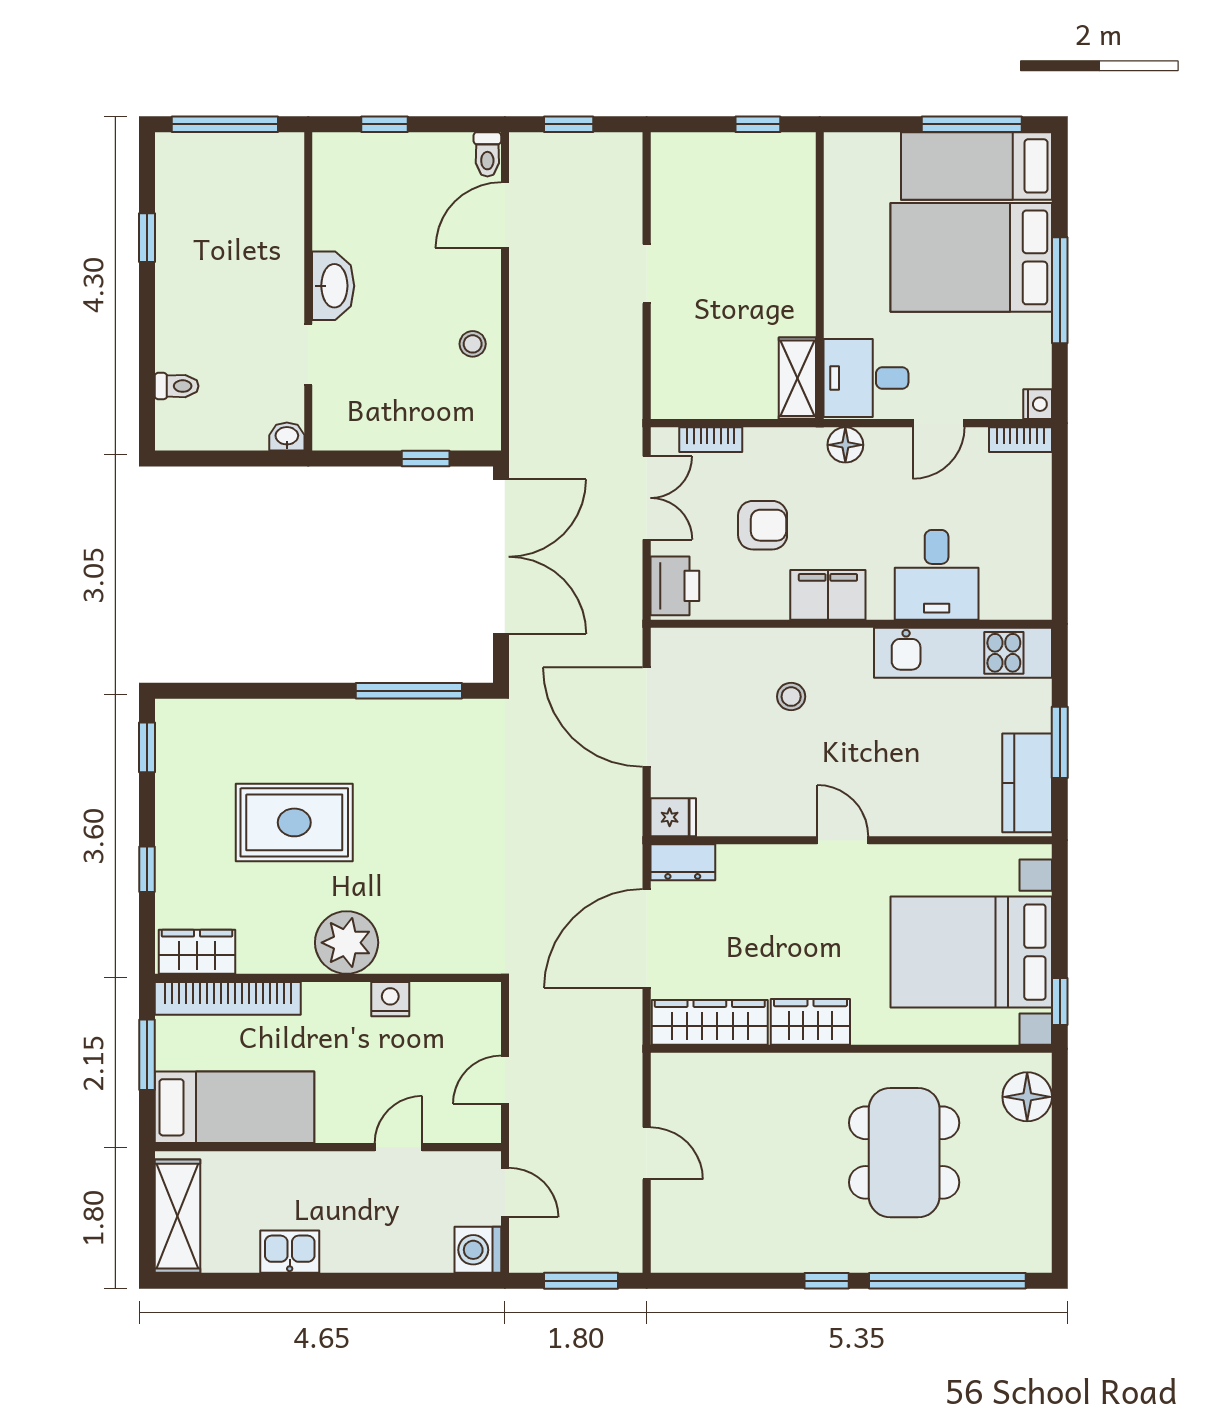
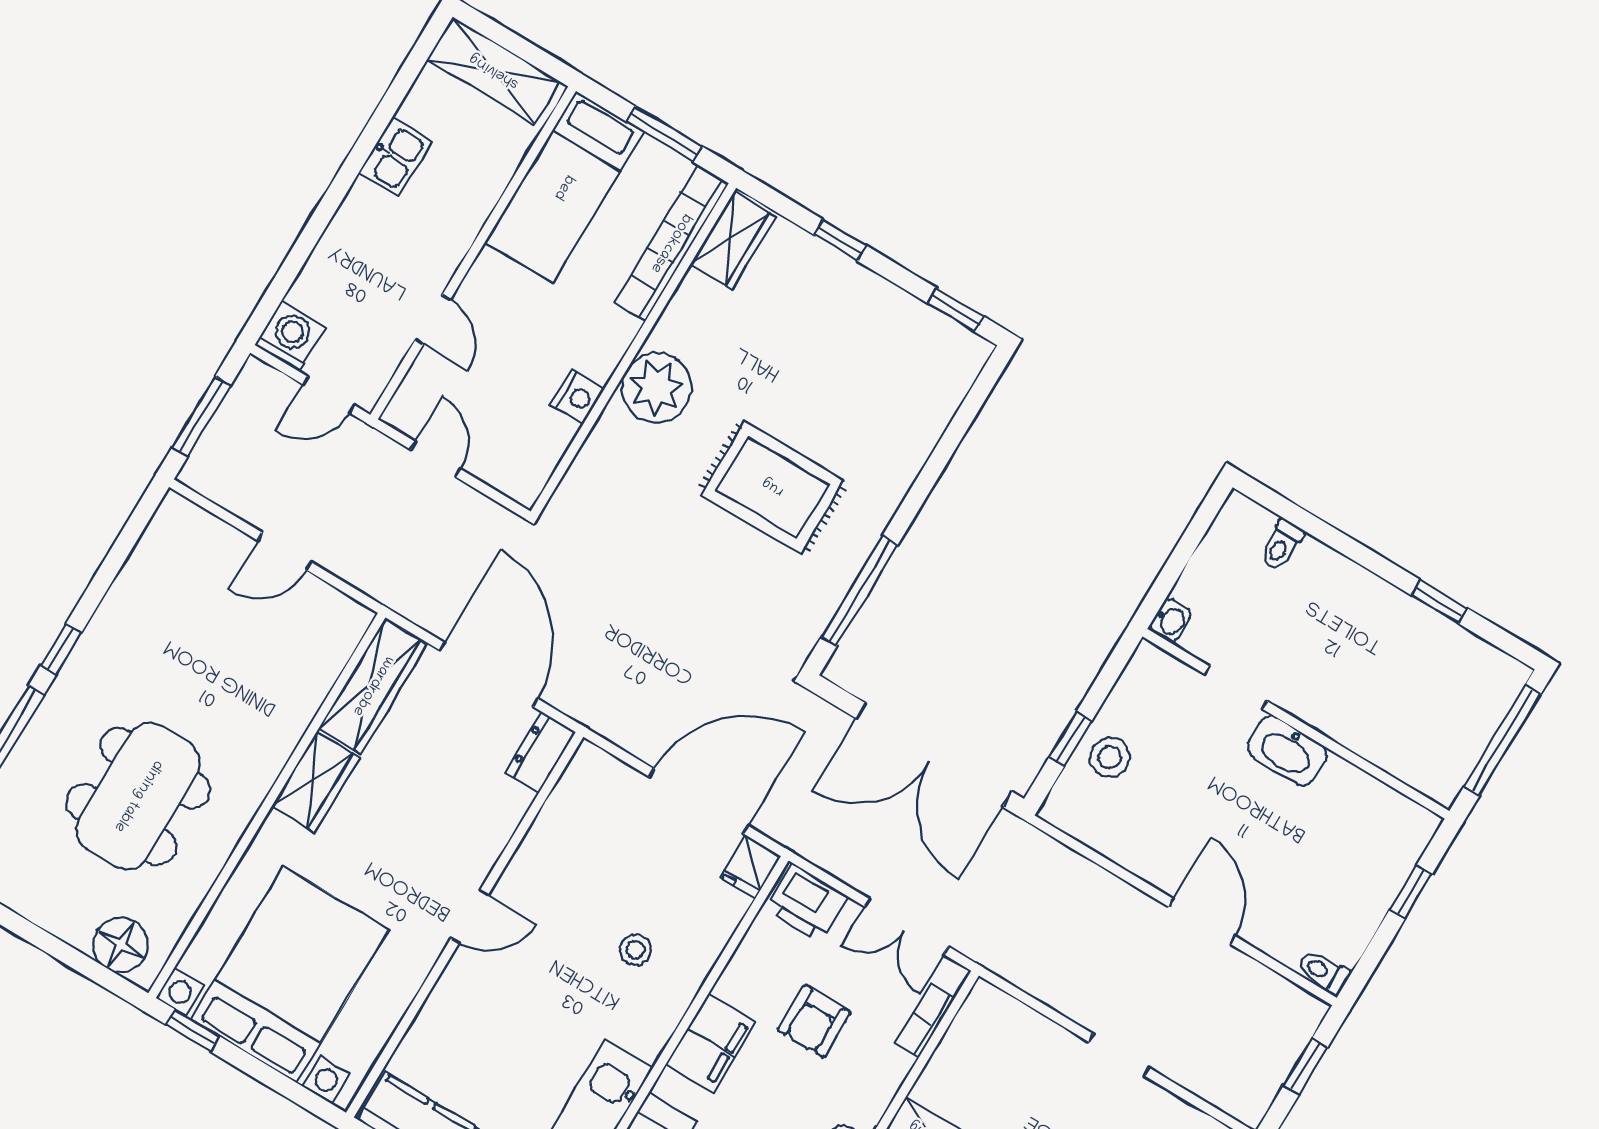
door: (505, 215) -> (1202, 921), moved
stool: (473, 344) -> (1110, 757), moved, width x1.37, depth x1.37
fridge: (673, 817) -> (750, 867), moved
rug: (294, 822) -> (773, 487), moved, turned 90
dining table: (904, 1153) -> (138, 796), turned 90

